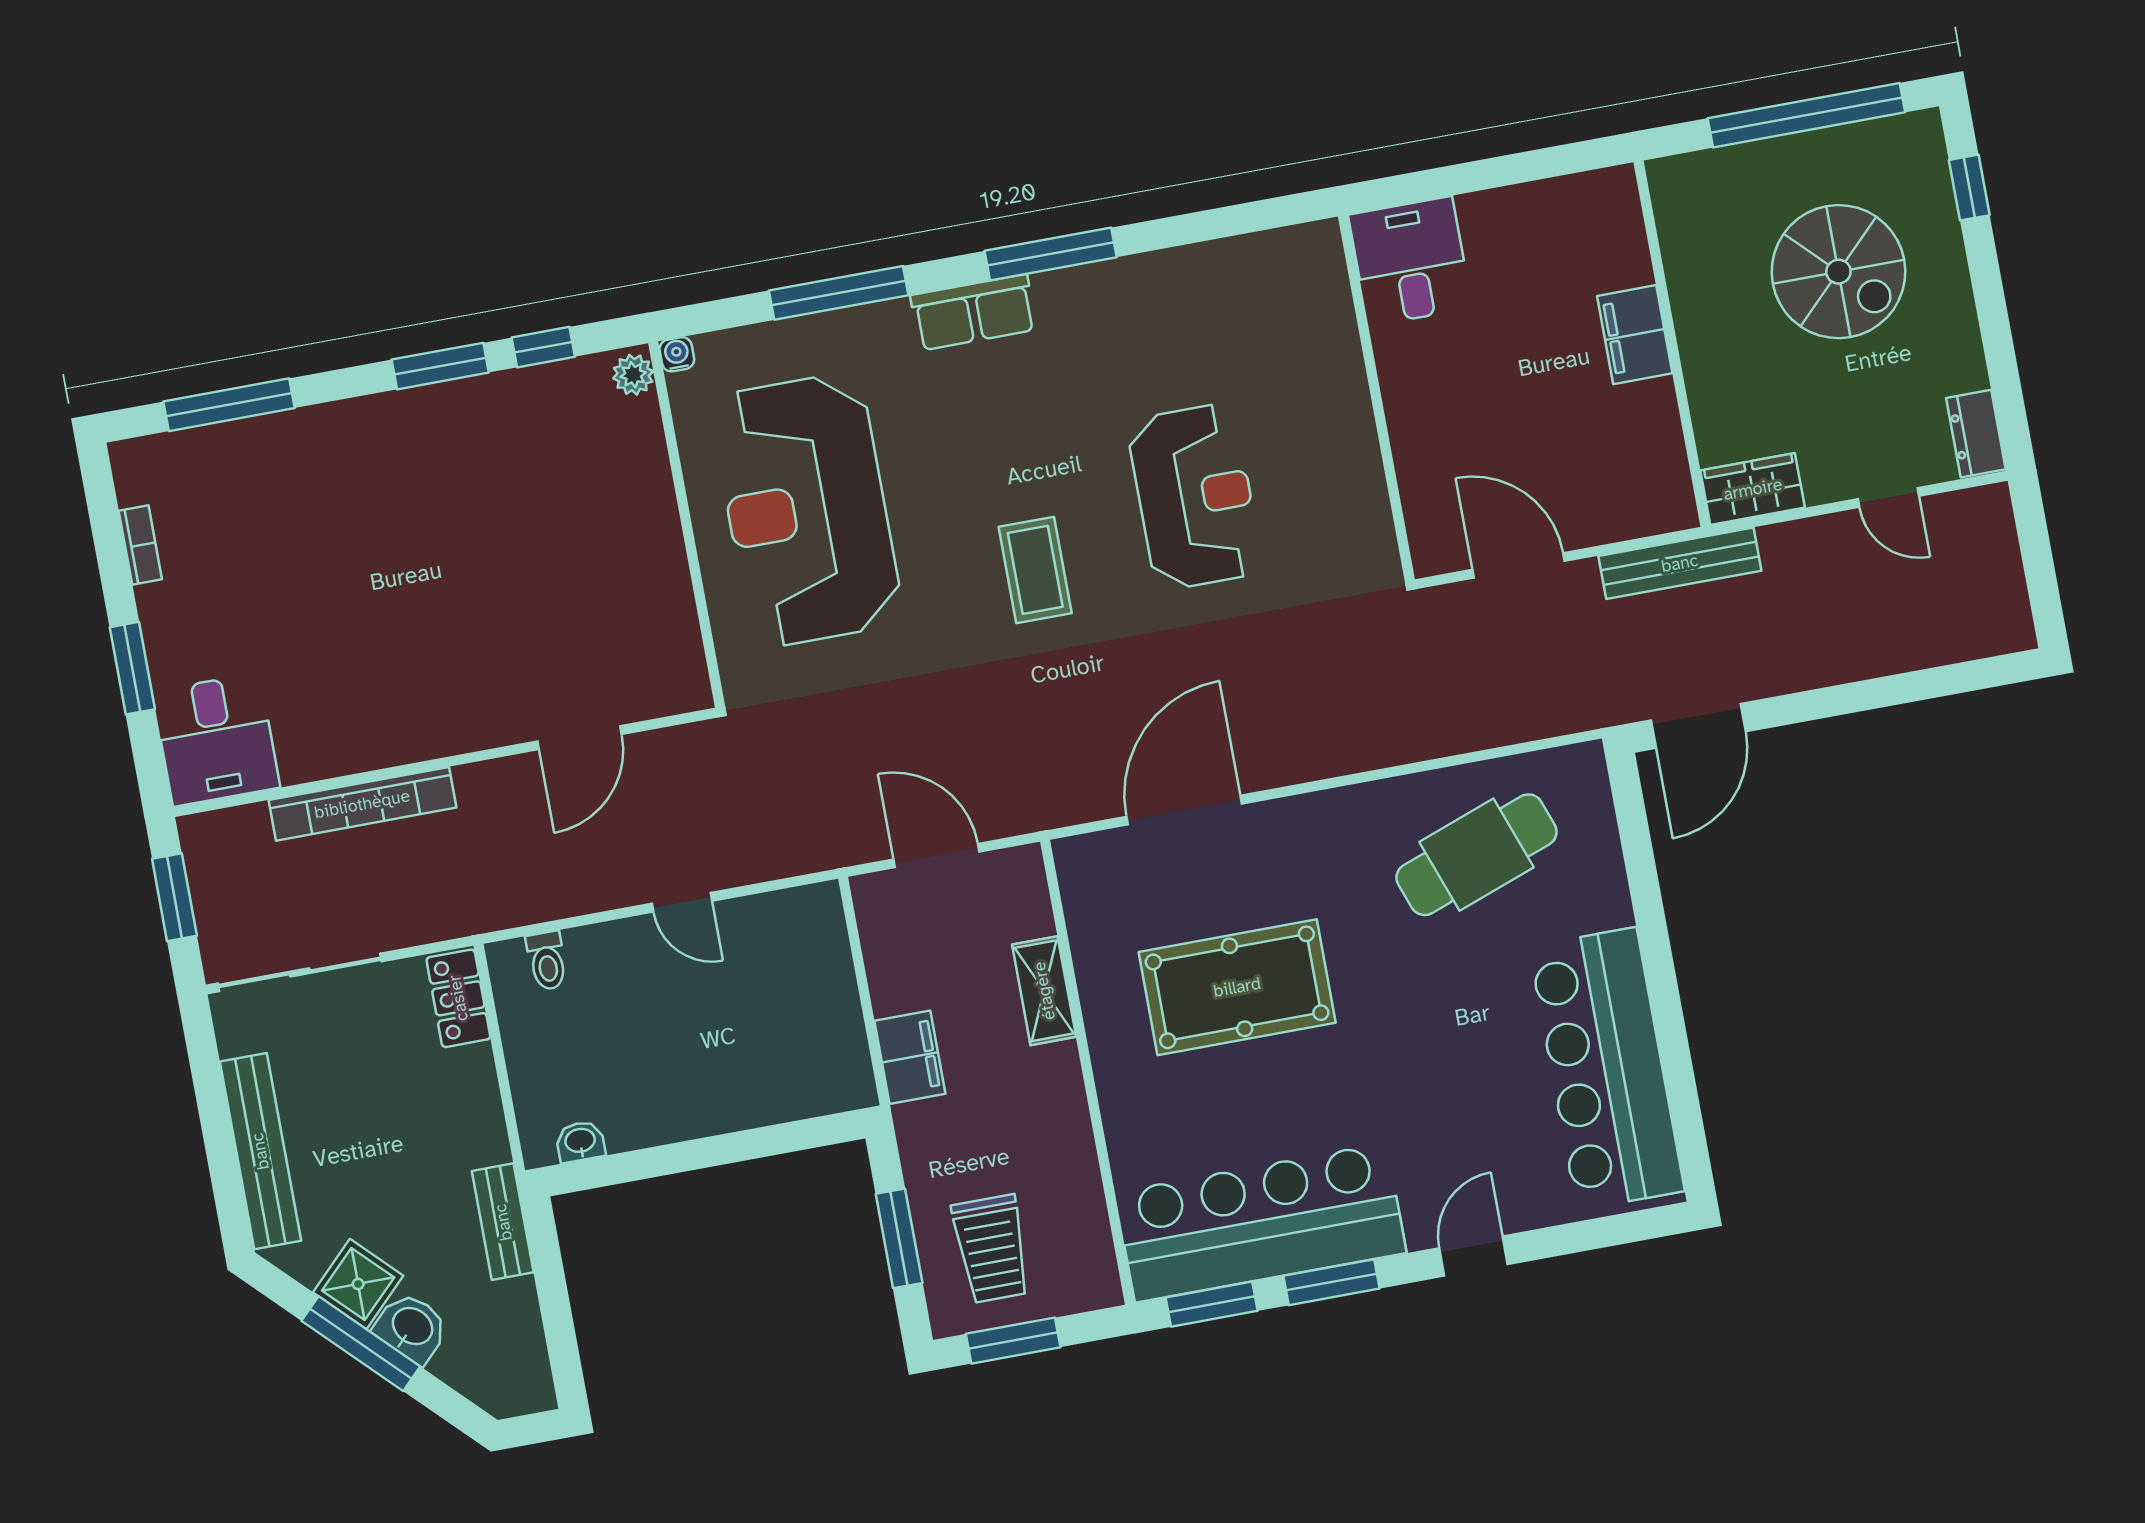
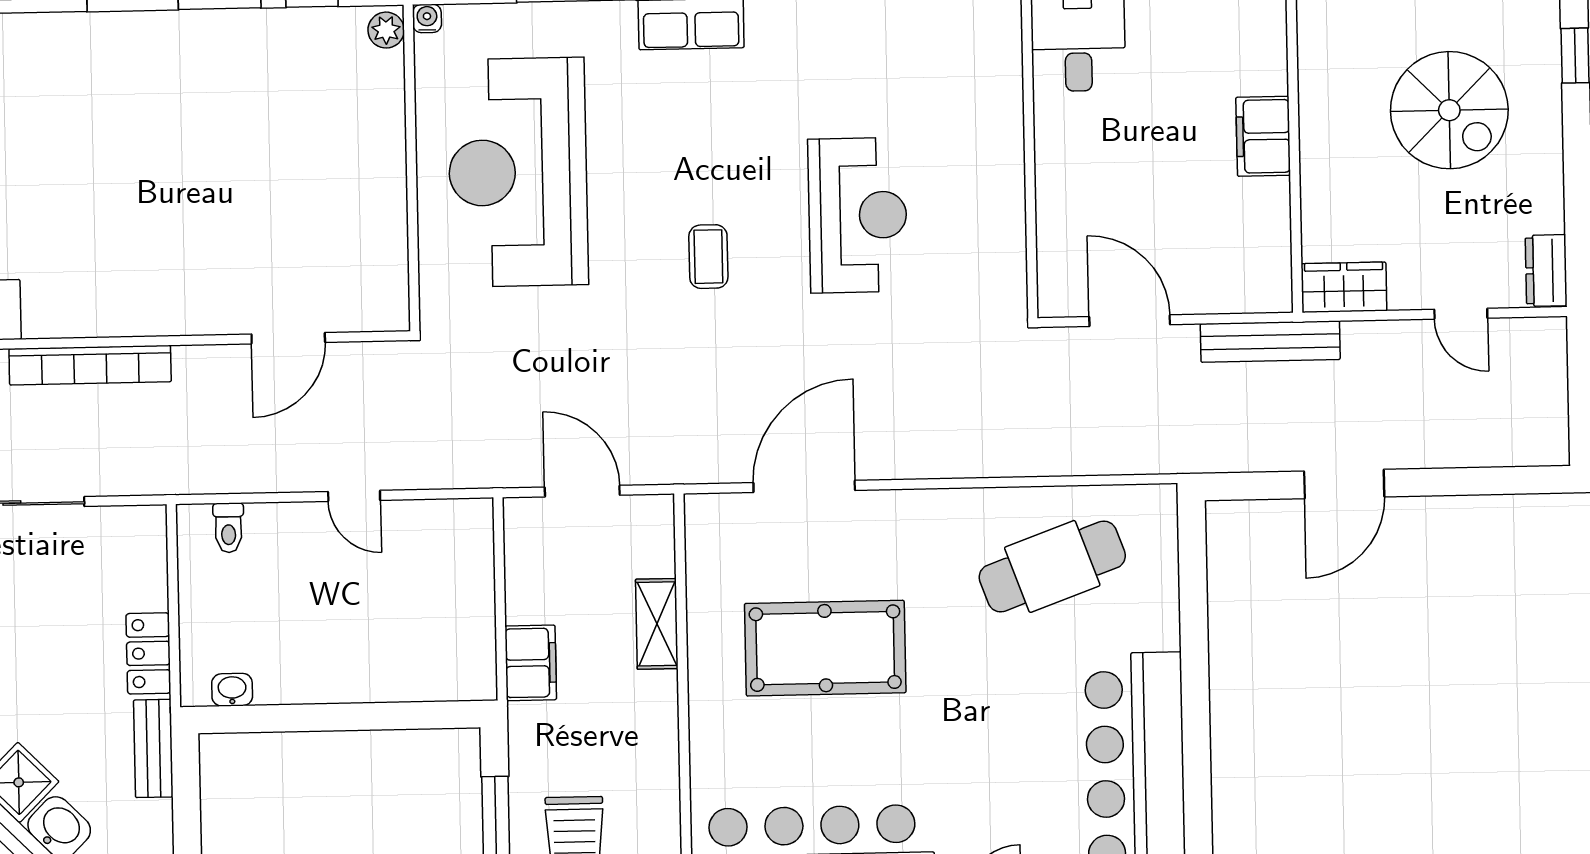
coffee table: (1035, 570) -> (708, 257), width x0.73, depth x0.77
door: (1698, 726) -> (1344, 484), moved
locker: (458, 998) -> (148, 653), moved

